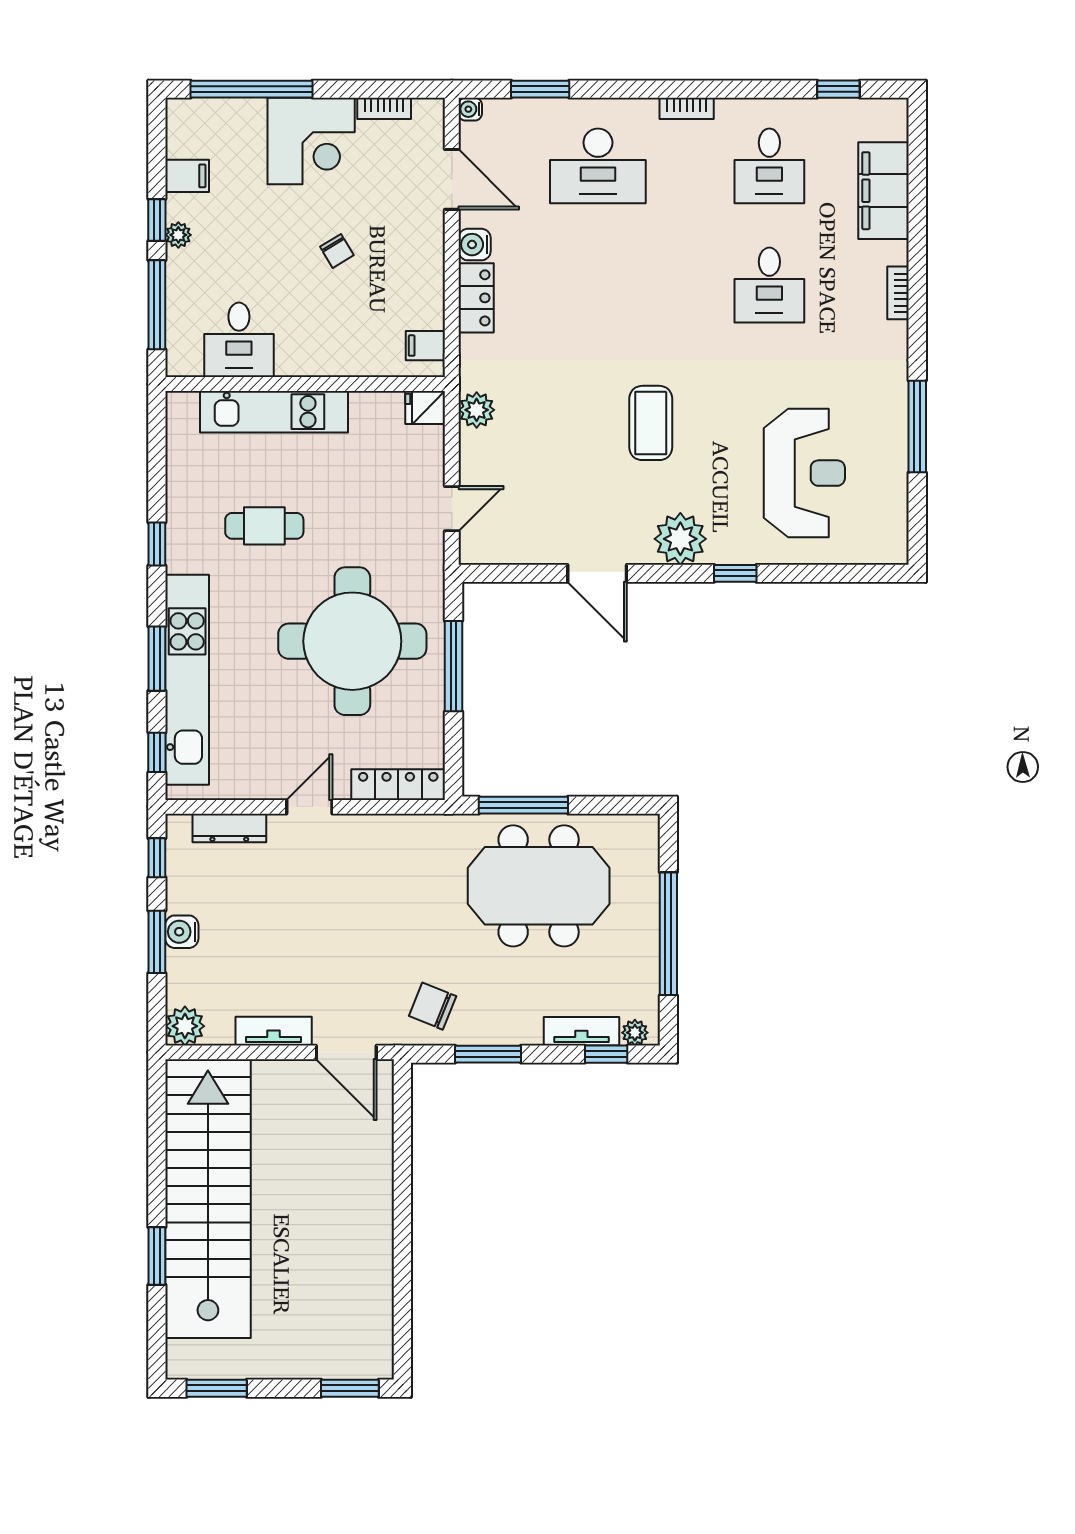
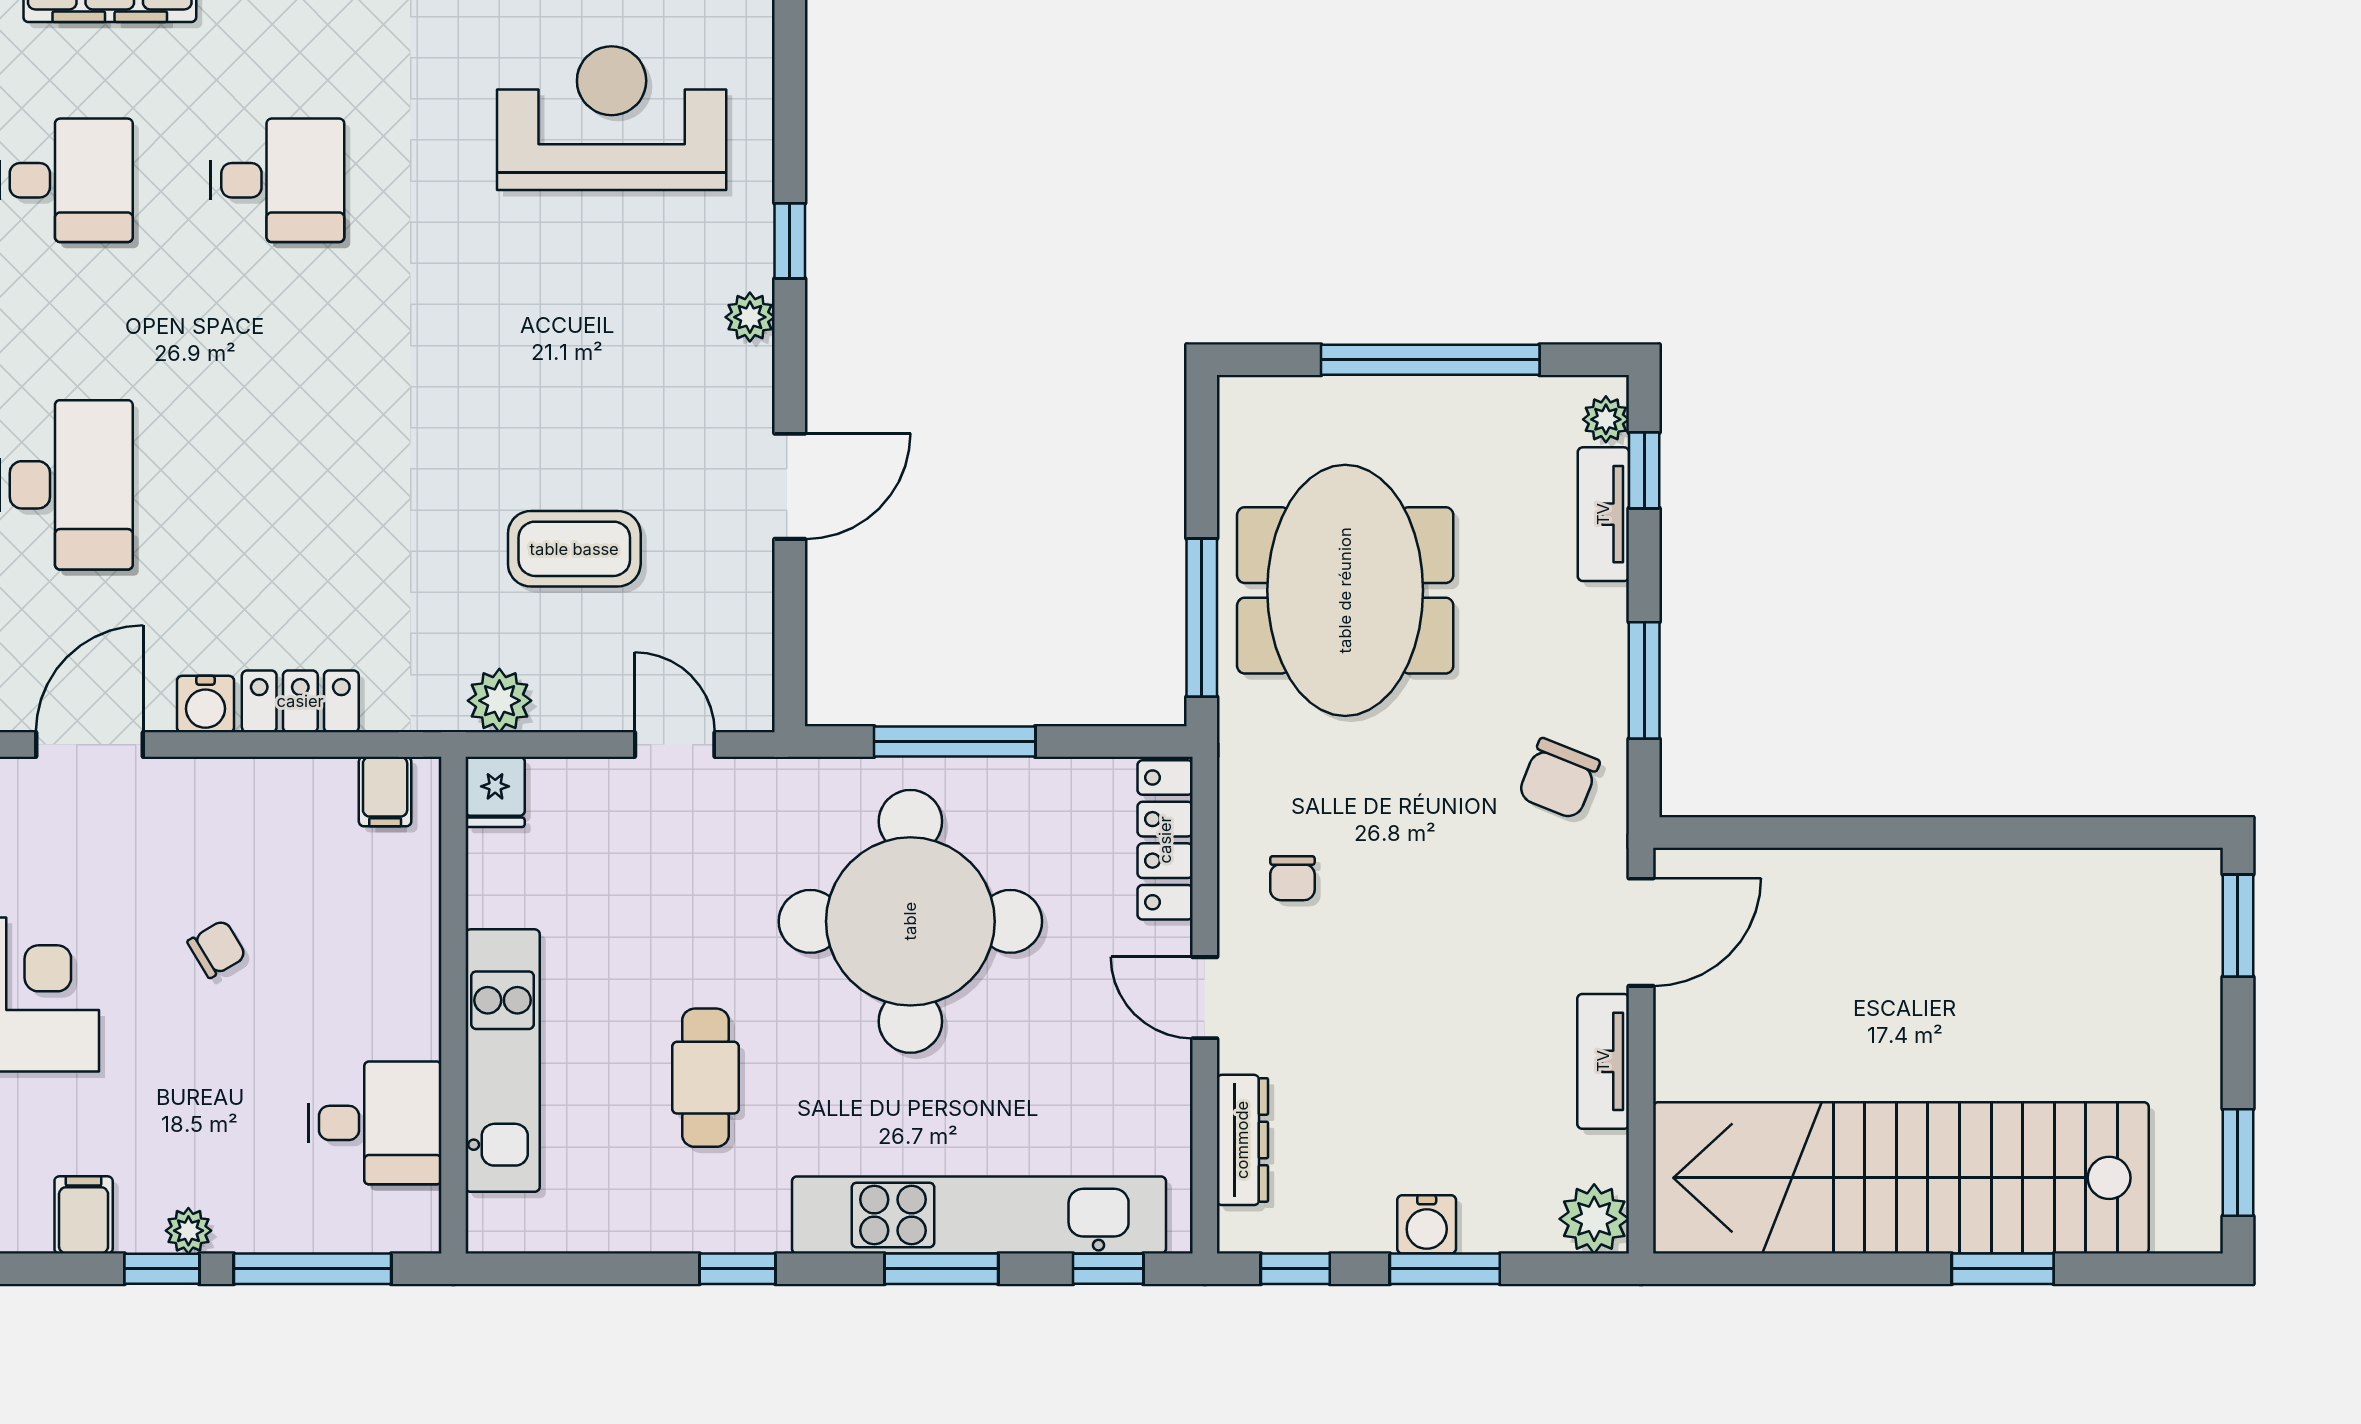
coffee table: (651, 423) -> (574, 549), moved
plant: (680, 539) -> (750, 317), width x0.53, depth x0.53
chair: (377, 856) -> (1292, 878), added

